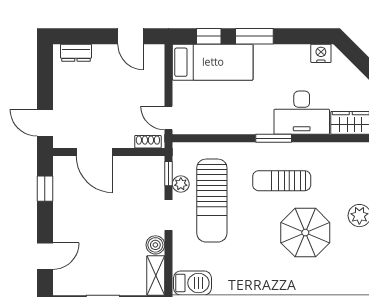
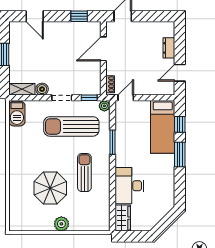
dresser: (76, 53) -> (169, 48), moved
nightstand: (321, 53) -> (169, 198), removed
window: (274, 138) -> (112, 142), moved
plant: (181, 184) -> (104, 106), moved

